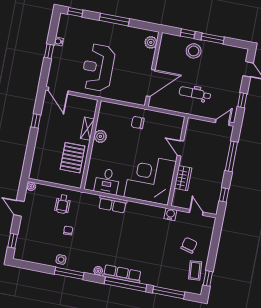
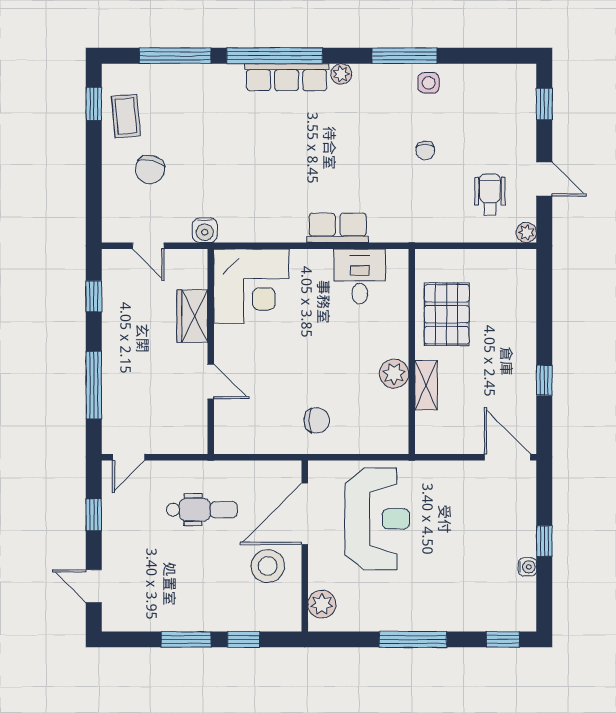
stool: (194, 51) -> (268, 566), moved
reception desk: (98, 68) -> (377, 519), moved
corner desk: (150, 179) -> (251, 286), width x0.74, depth x0.74
wheelchair: (63, 204) -> (490, 195), moved

